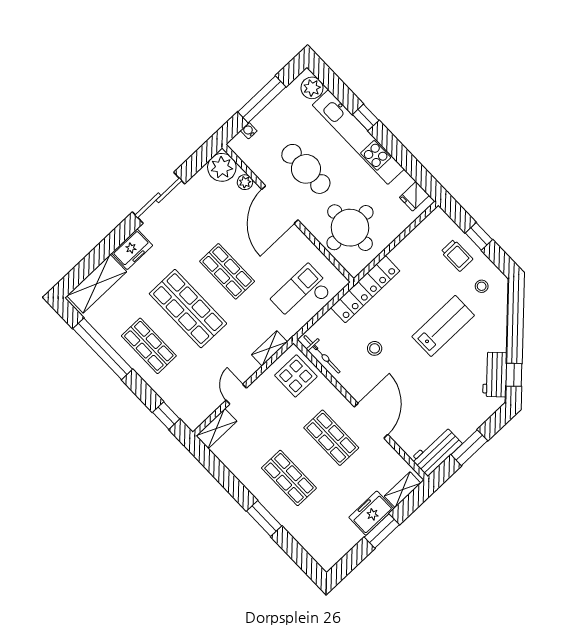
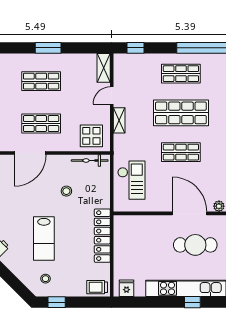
round table: (350, 228) -> (142, 239), removed
window: (479, 236) -> (57, 302), moved
trolley: (457, 255) -> (97, 287), moved
locker: (365, 289) -> (102, 236), moved
shelving: (270, 348) -> (119, 120), moved
door: (236, 394) -> (112, 95), swing flipped
door: (371, 421) -> (30, 153), hinge flipped
window: (264, 518) -> (48, 48), moved

